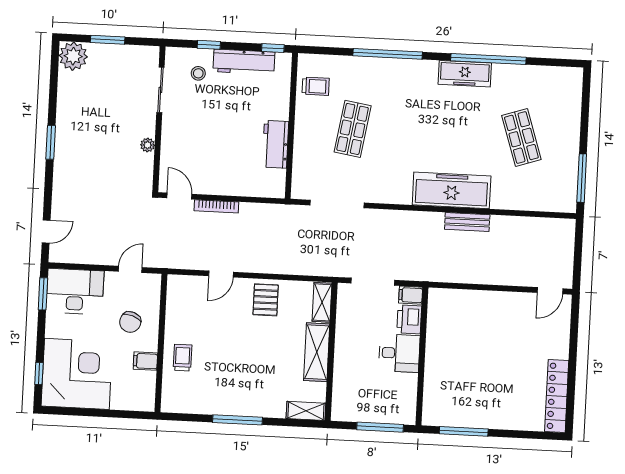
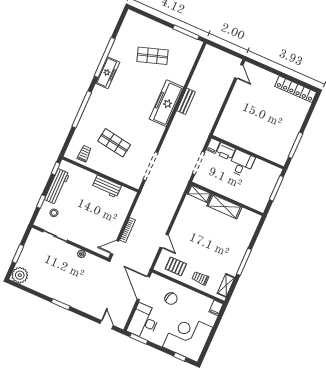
door: (130, 269) -> (143, 288), width x1.87
pallet: (266, 300) -> (176, 266), moved
filing cabinet: (145, 361) -> (216, 308), moved
shelving: (306, 411) -> (226, 285), moved

